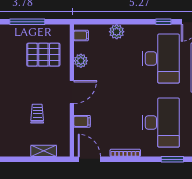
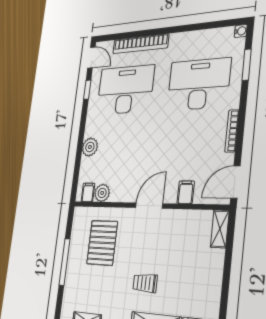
plant: (81, 61) -> (102, 193), moved
door: (72, 92) -> (149, 206), hinge flipped
trolley: (37, 114) -> (145, 283), moved
shelving: (44, 151) -> (220, 229), moved

